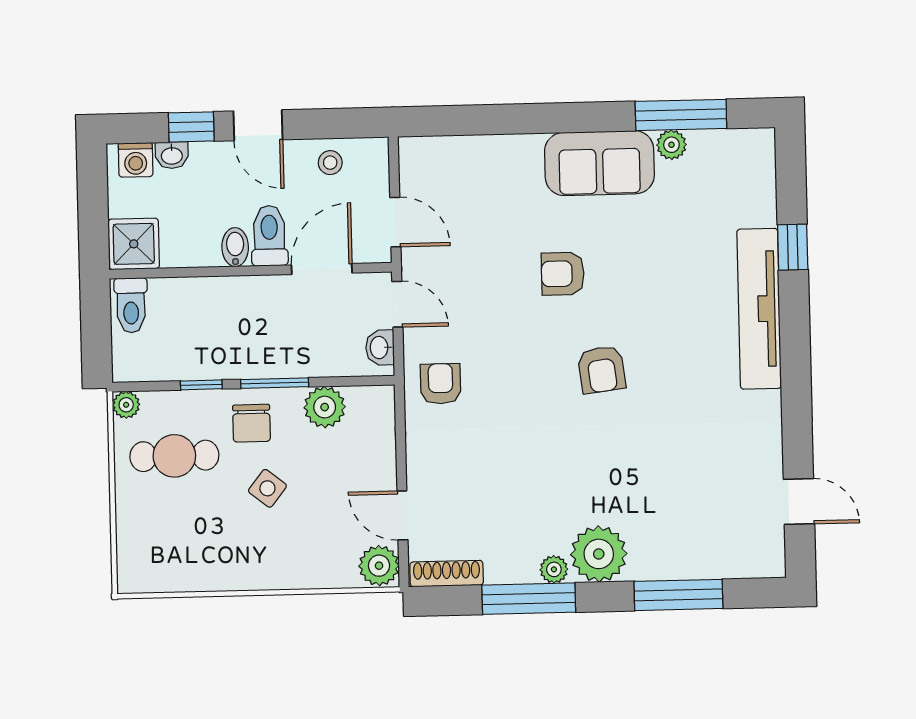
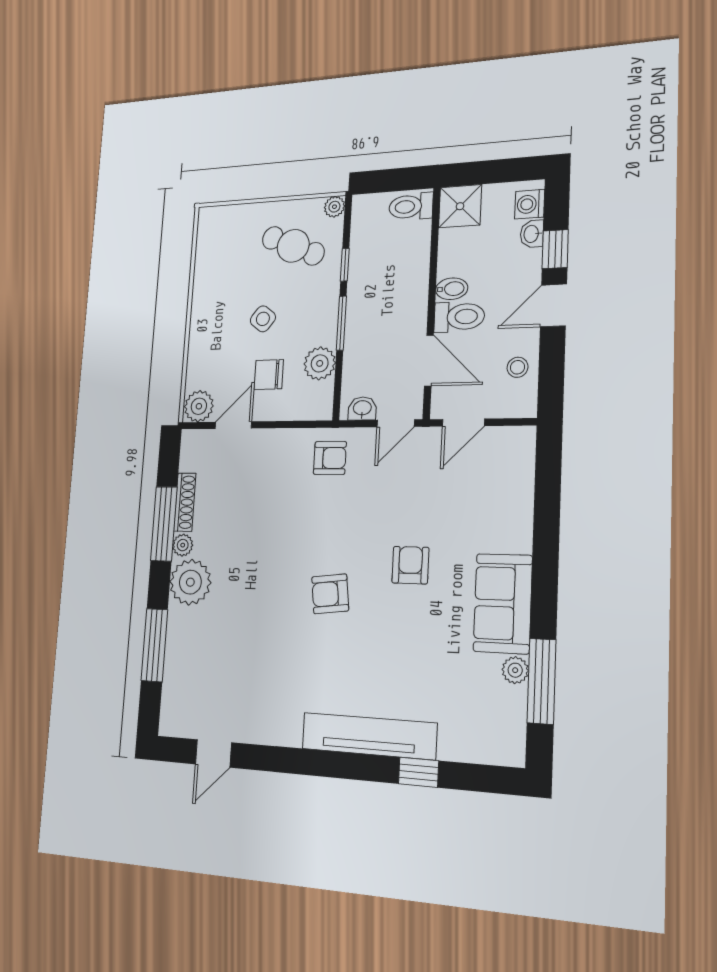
chair: (251, 423) -> (269, 375), moved
cafe table: (174, 456) -> (293, 246), turned -67
shoe rack: (447, 574) -> (185, 502), moved

